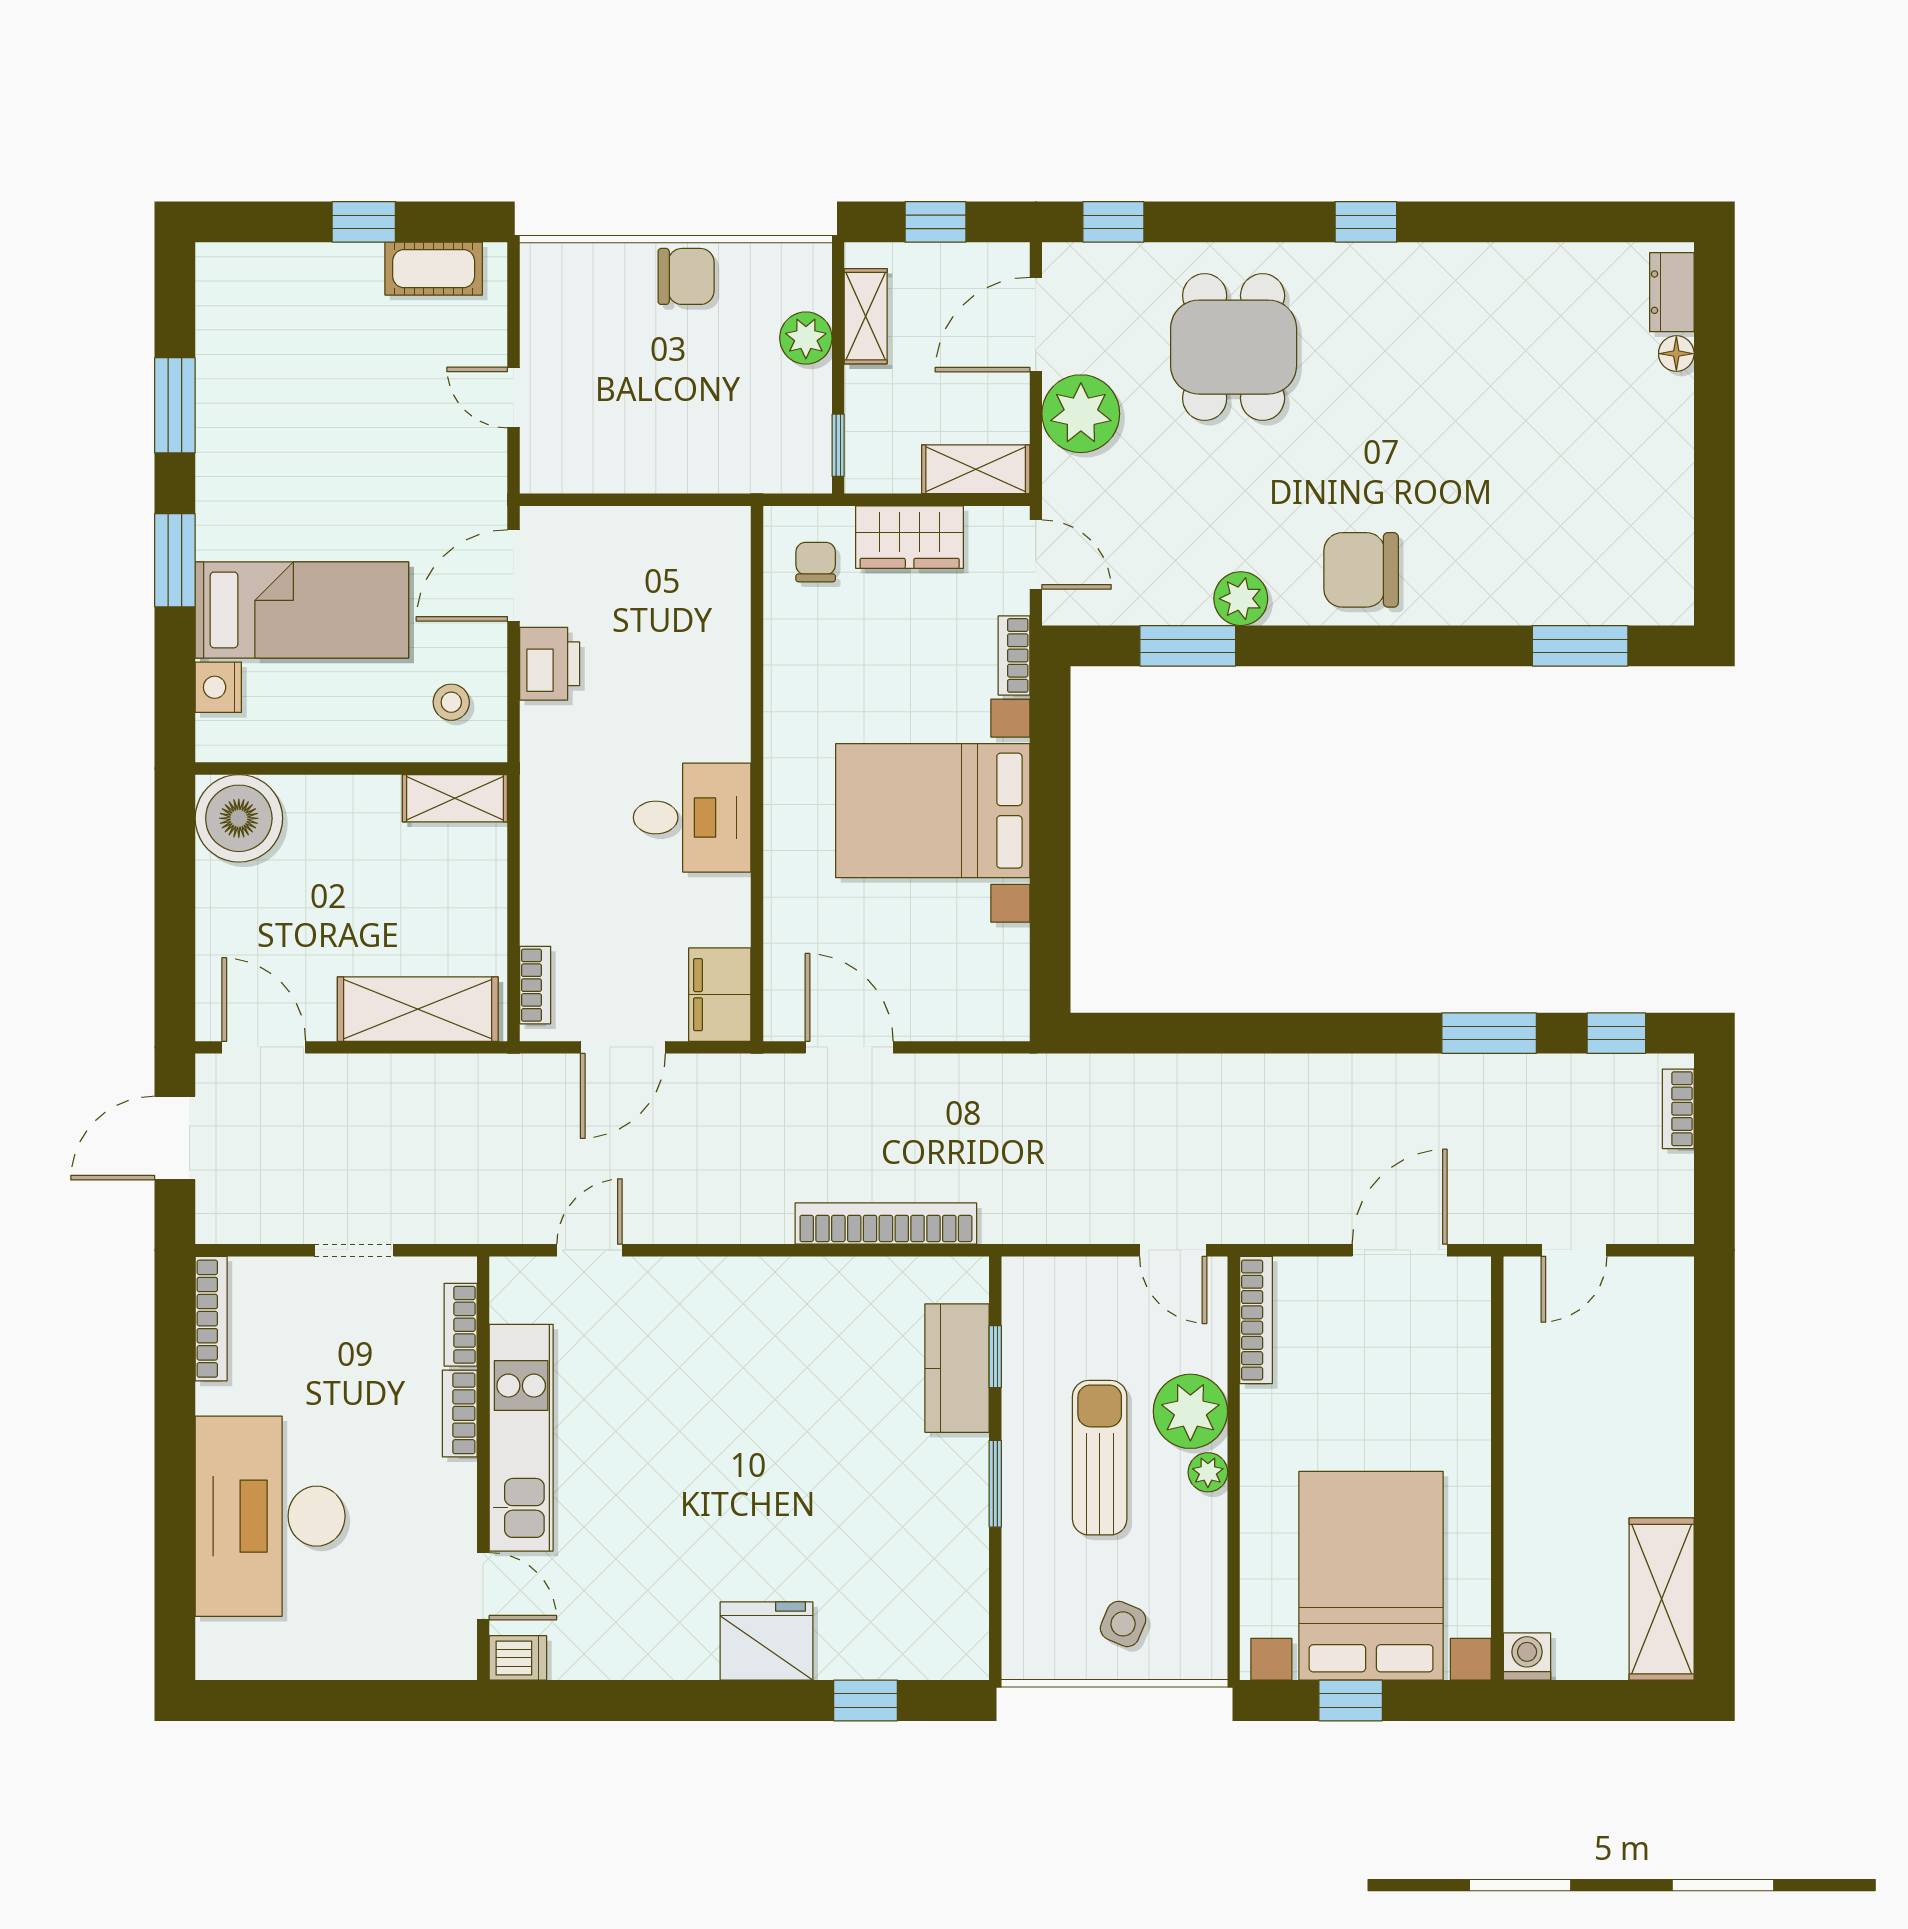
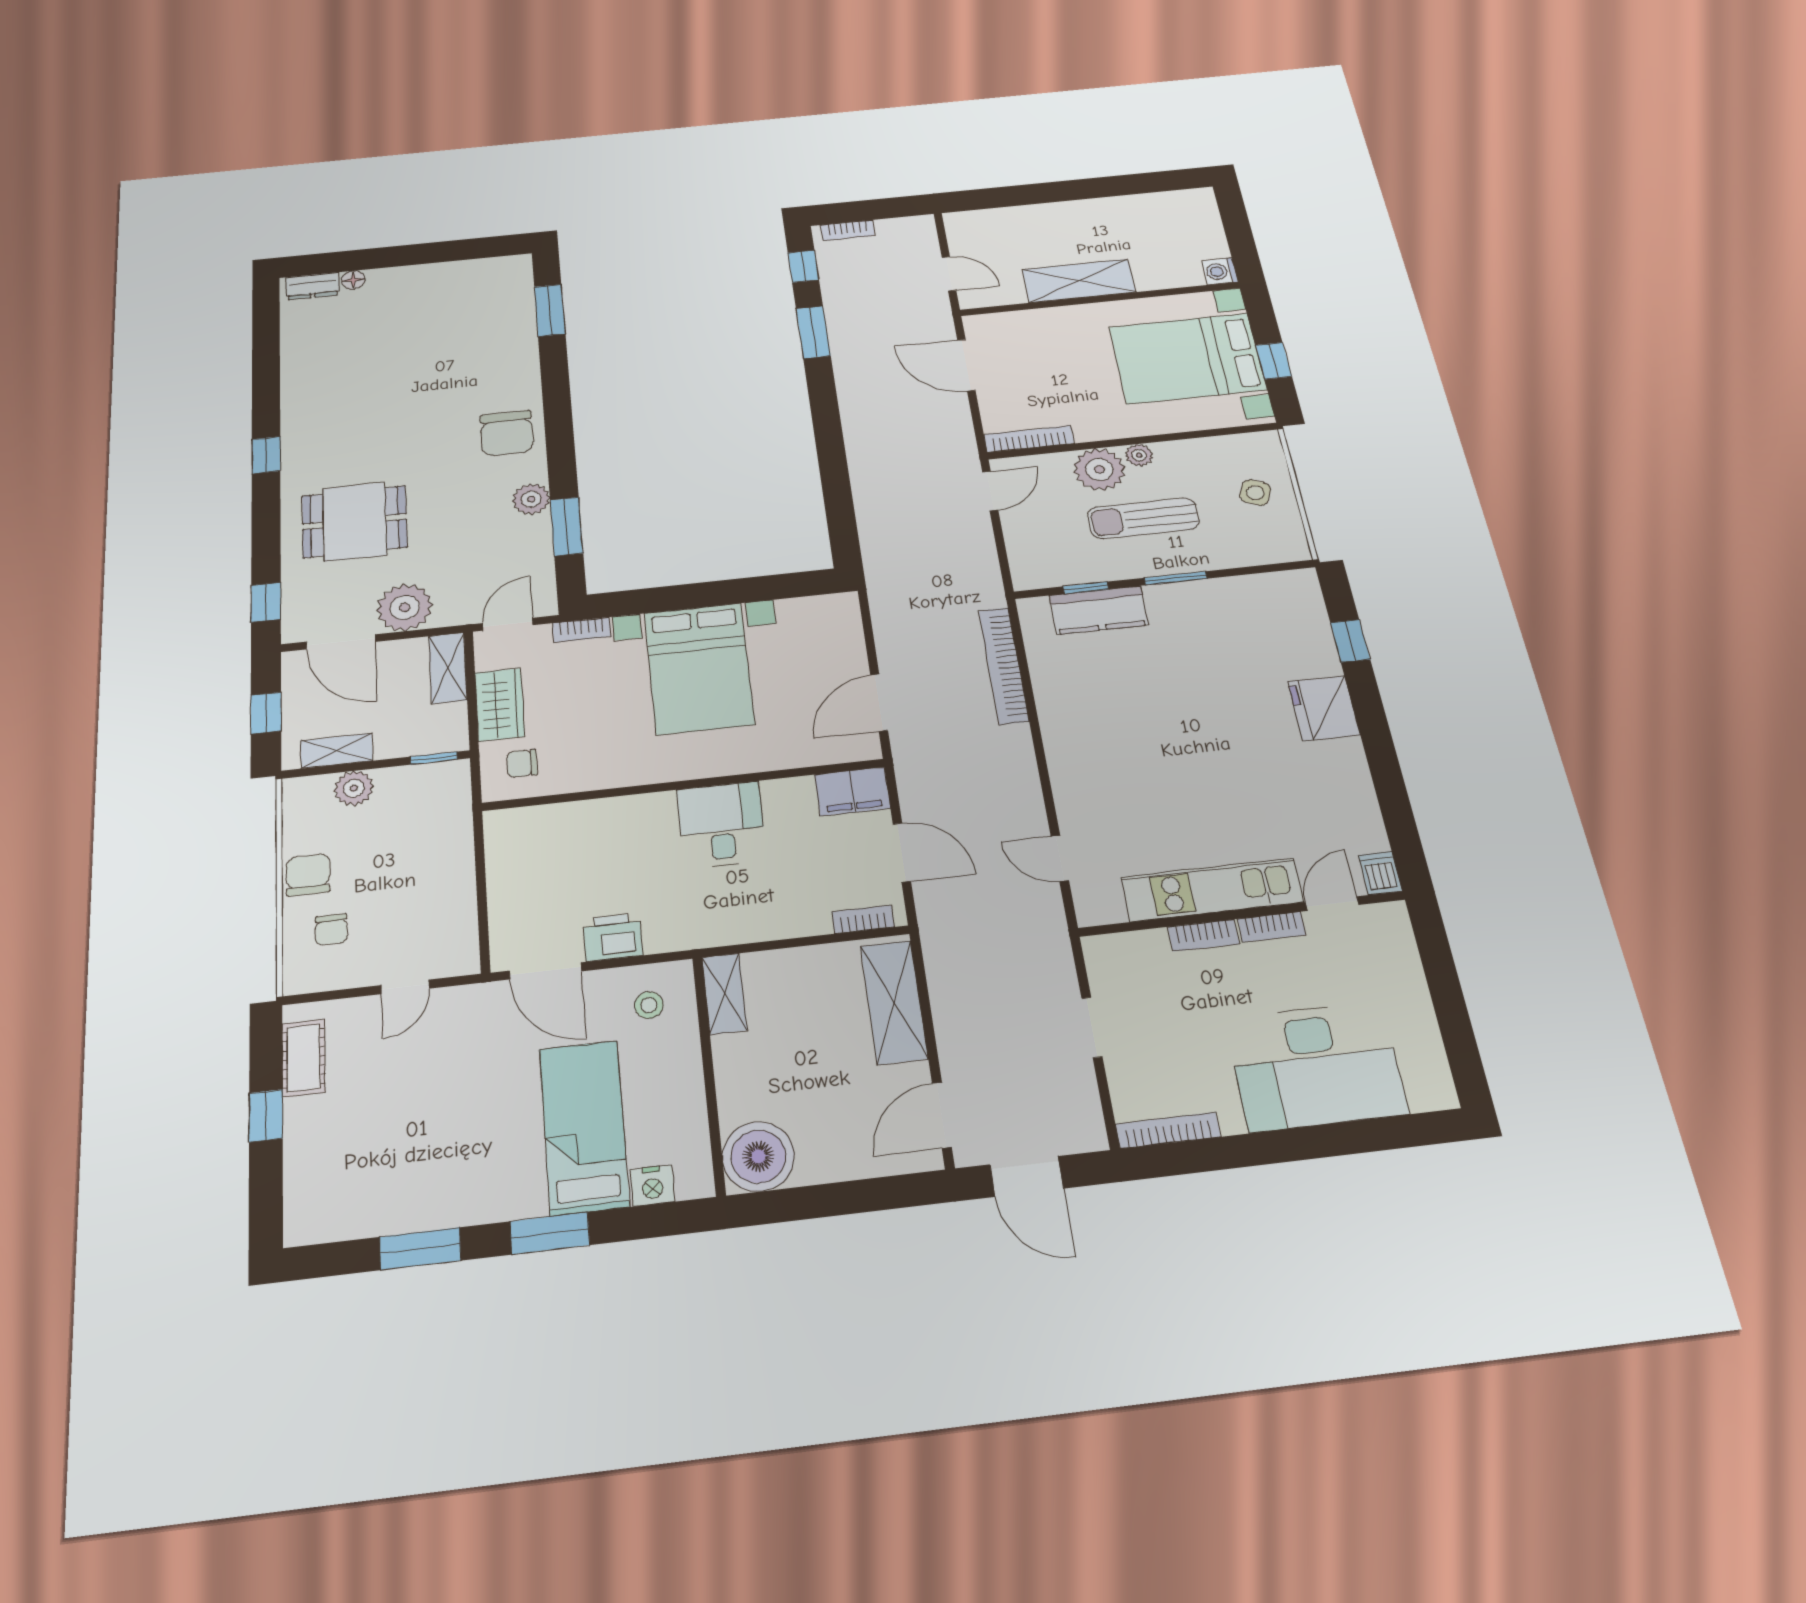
chair: (605, 305) -> (331, 929), added
bookcase: (461, 1325) -> (1272, 927), moved
shelving: (1662, 1599) -> (1079, 281), moved

